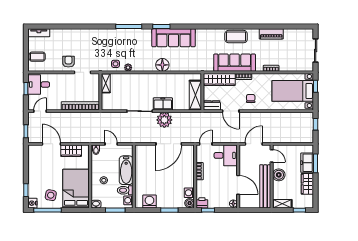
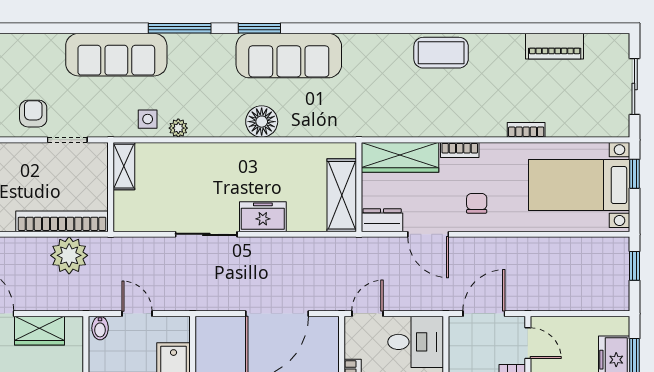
piano: (271, 34) -> (555, 46), moved
sofa: (235, 63) -> (116, 55), moved, turned 180
plant: (164, 120) -> (69, 255), moved

